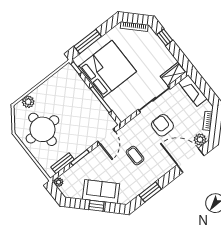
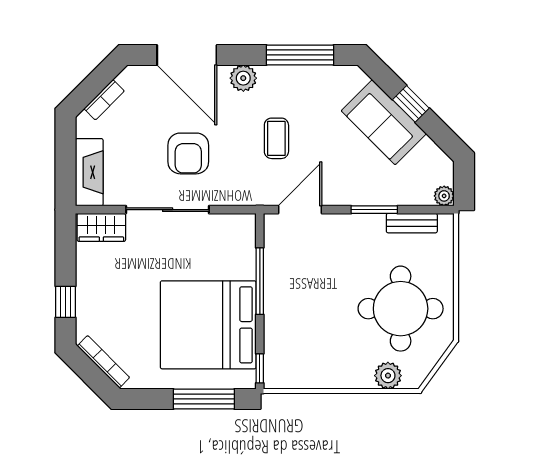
plant: (200, 140) -> (243, 78), moved
window: (150, 192) -> (300, 55), width x1.44

